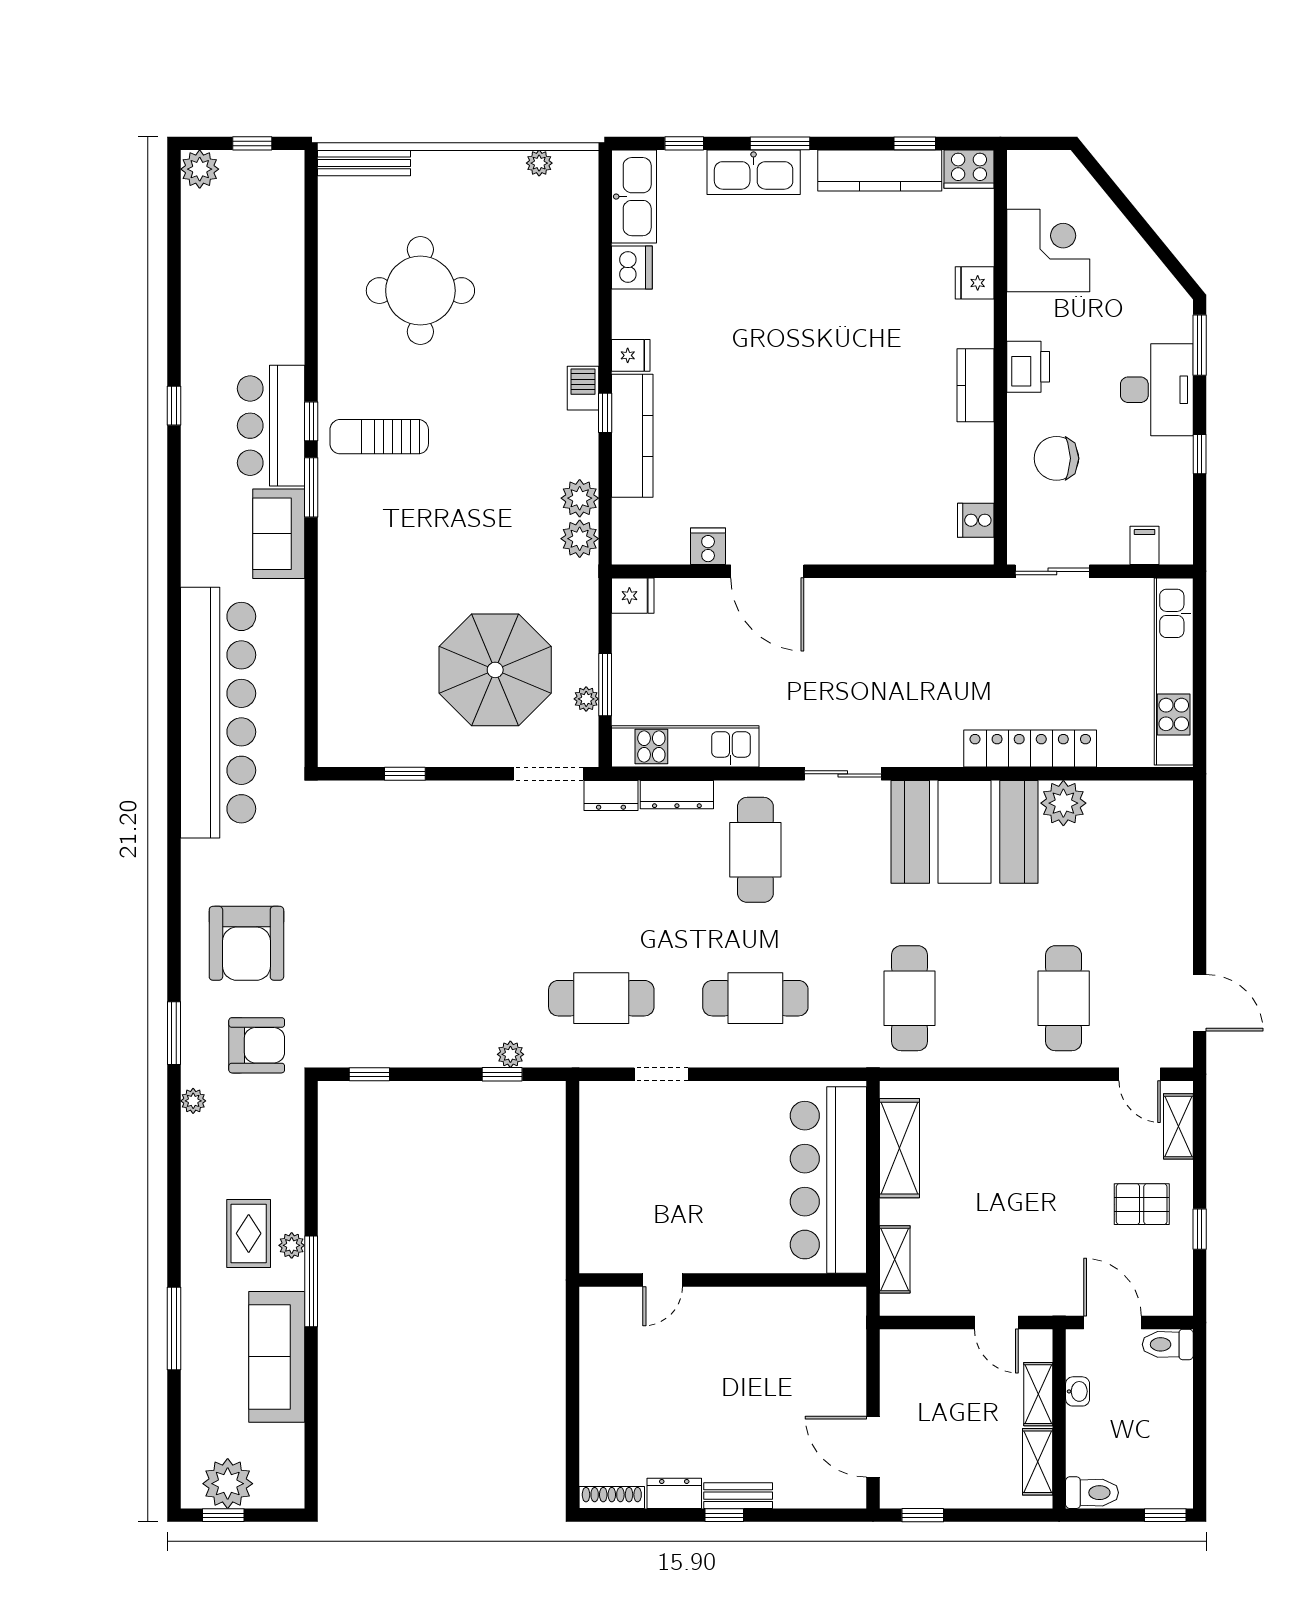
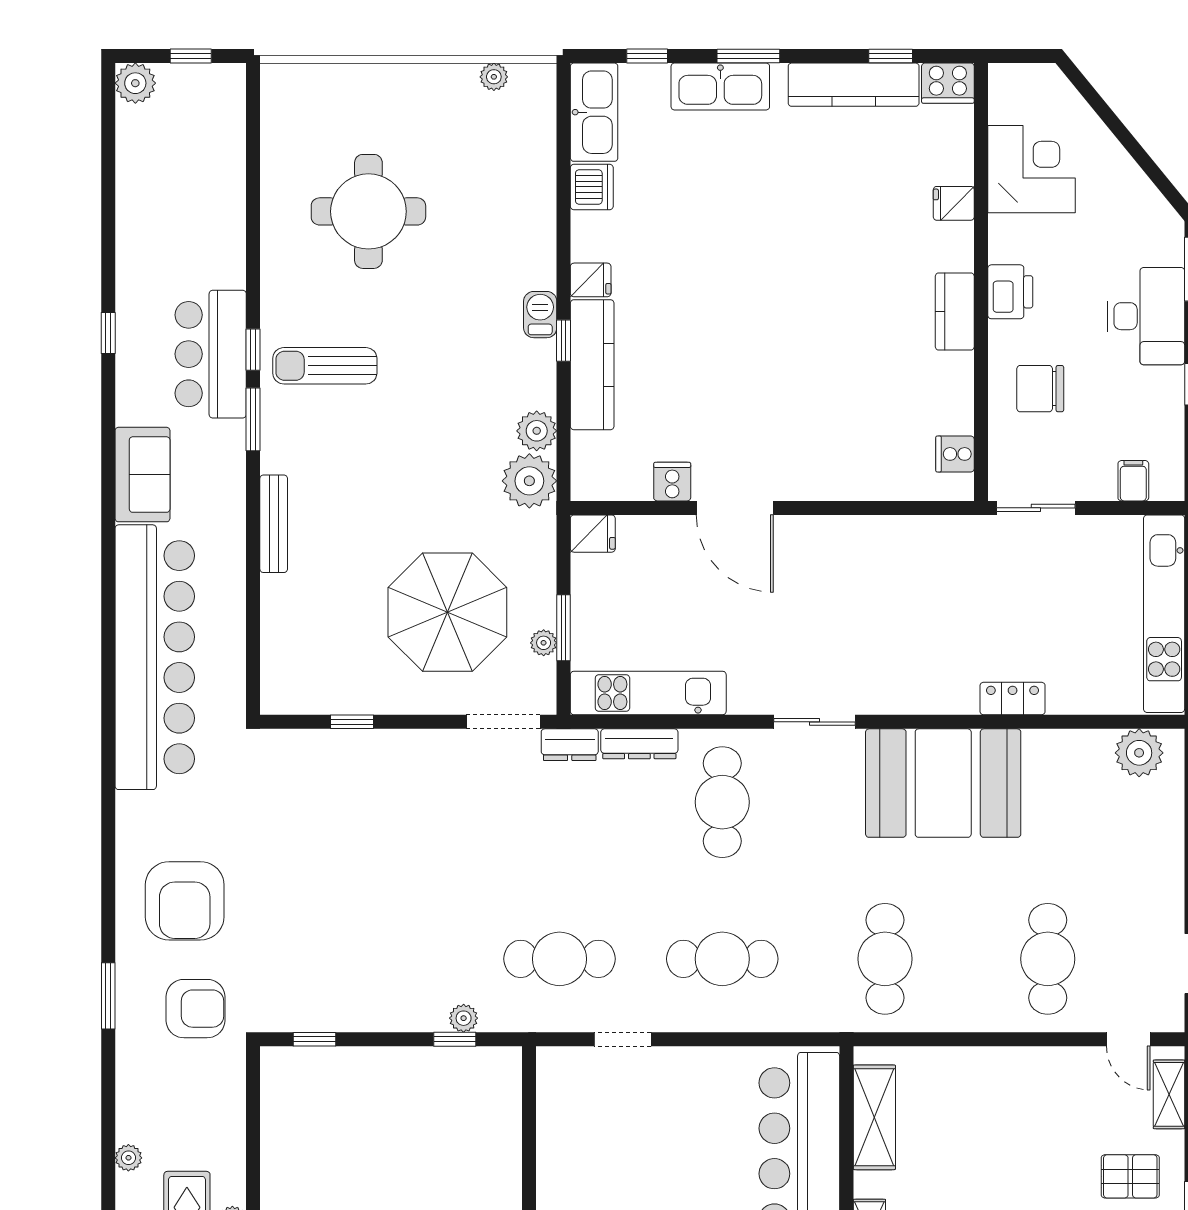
bench: (364, 163) -> (274, 524), moved, turned 90
sofa: (279, 534) -> (142, 475), moved, turned 180
plant: (580, 539) -> (529, 481), width x1.36, depth x1.36
locker: (1030, 748) -> (1013, 699), width x0.46, depth x0.83
plant: (1063, 803) -> (1139, 753), moved
plant: (193, 1101) -> (128, 1158), moved

